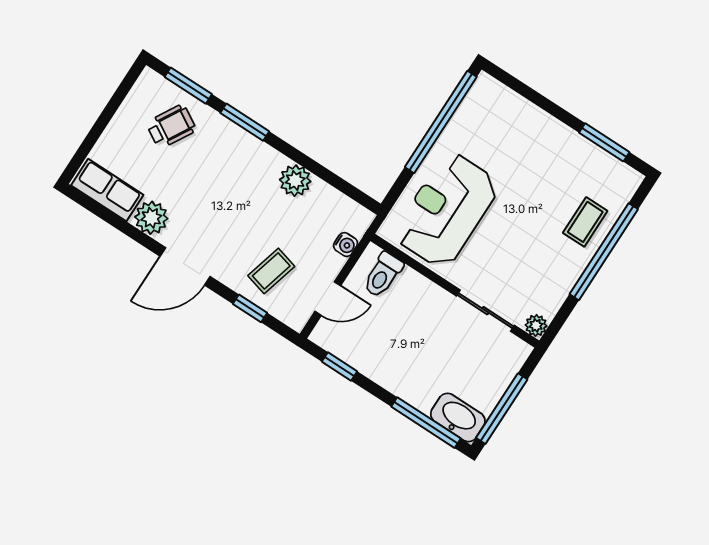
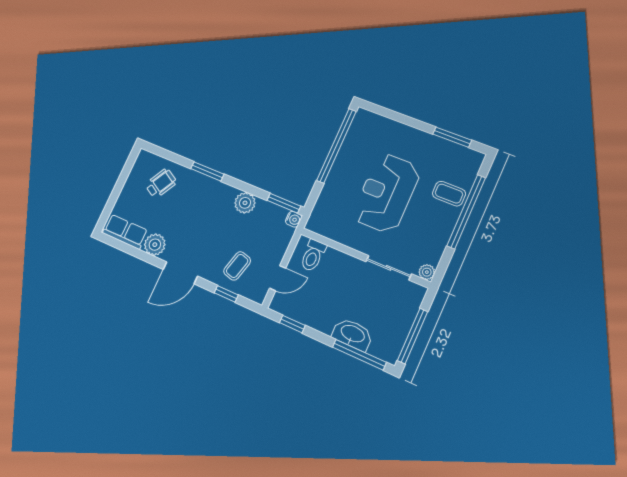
window: (188, 86) -> (284, 203), moved
reception desk: (447, 210) -> (386, 193), moved
coffee table: (585, 222) -> (449, 194), turned 90
water cooler: (346, 245) -> (294, 219), moved
washbasin: (458, 417) -> (352, 334), moved

